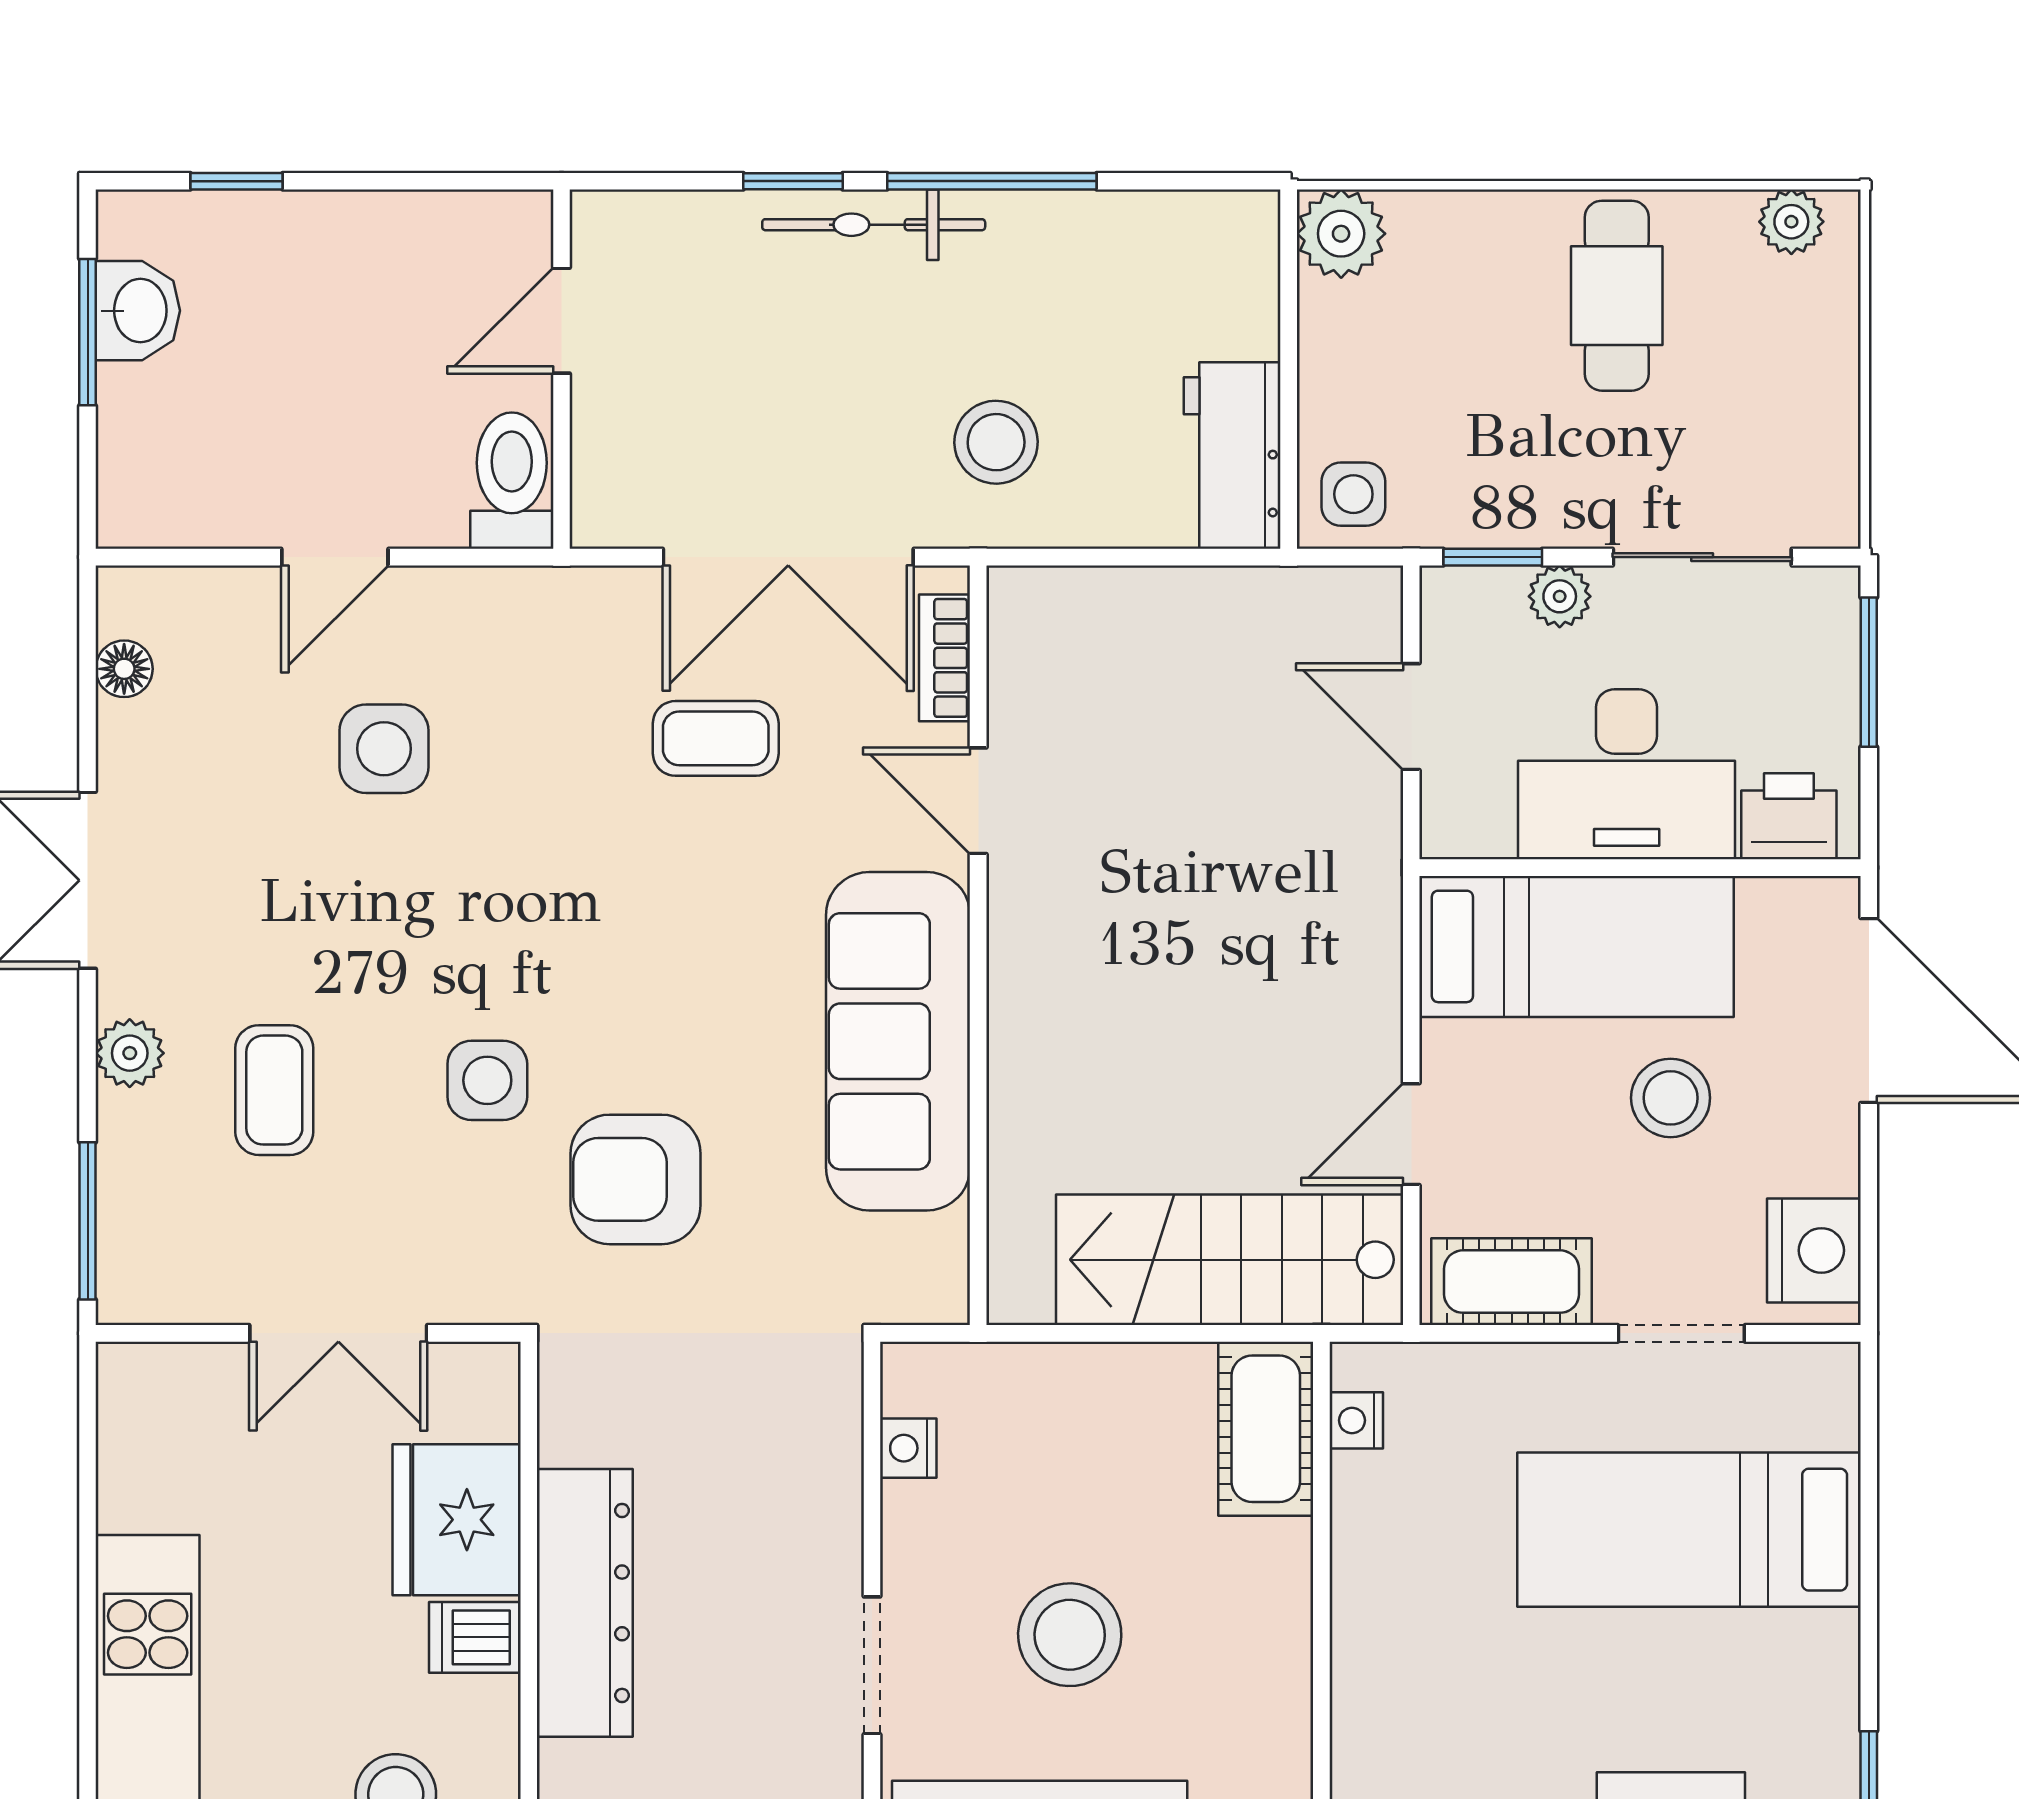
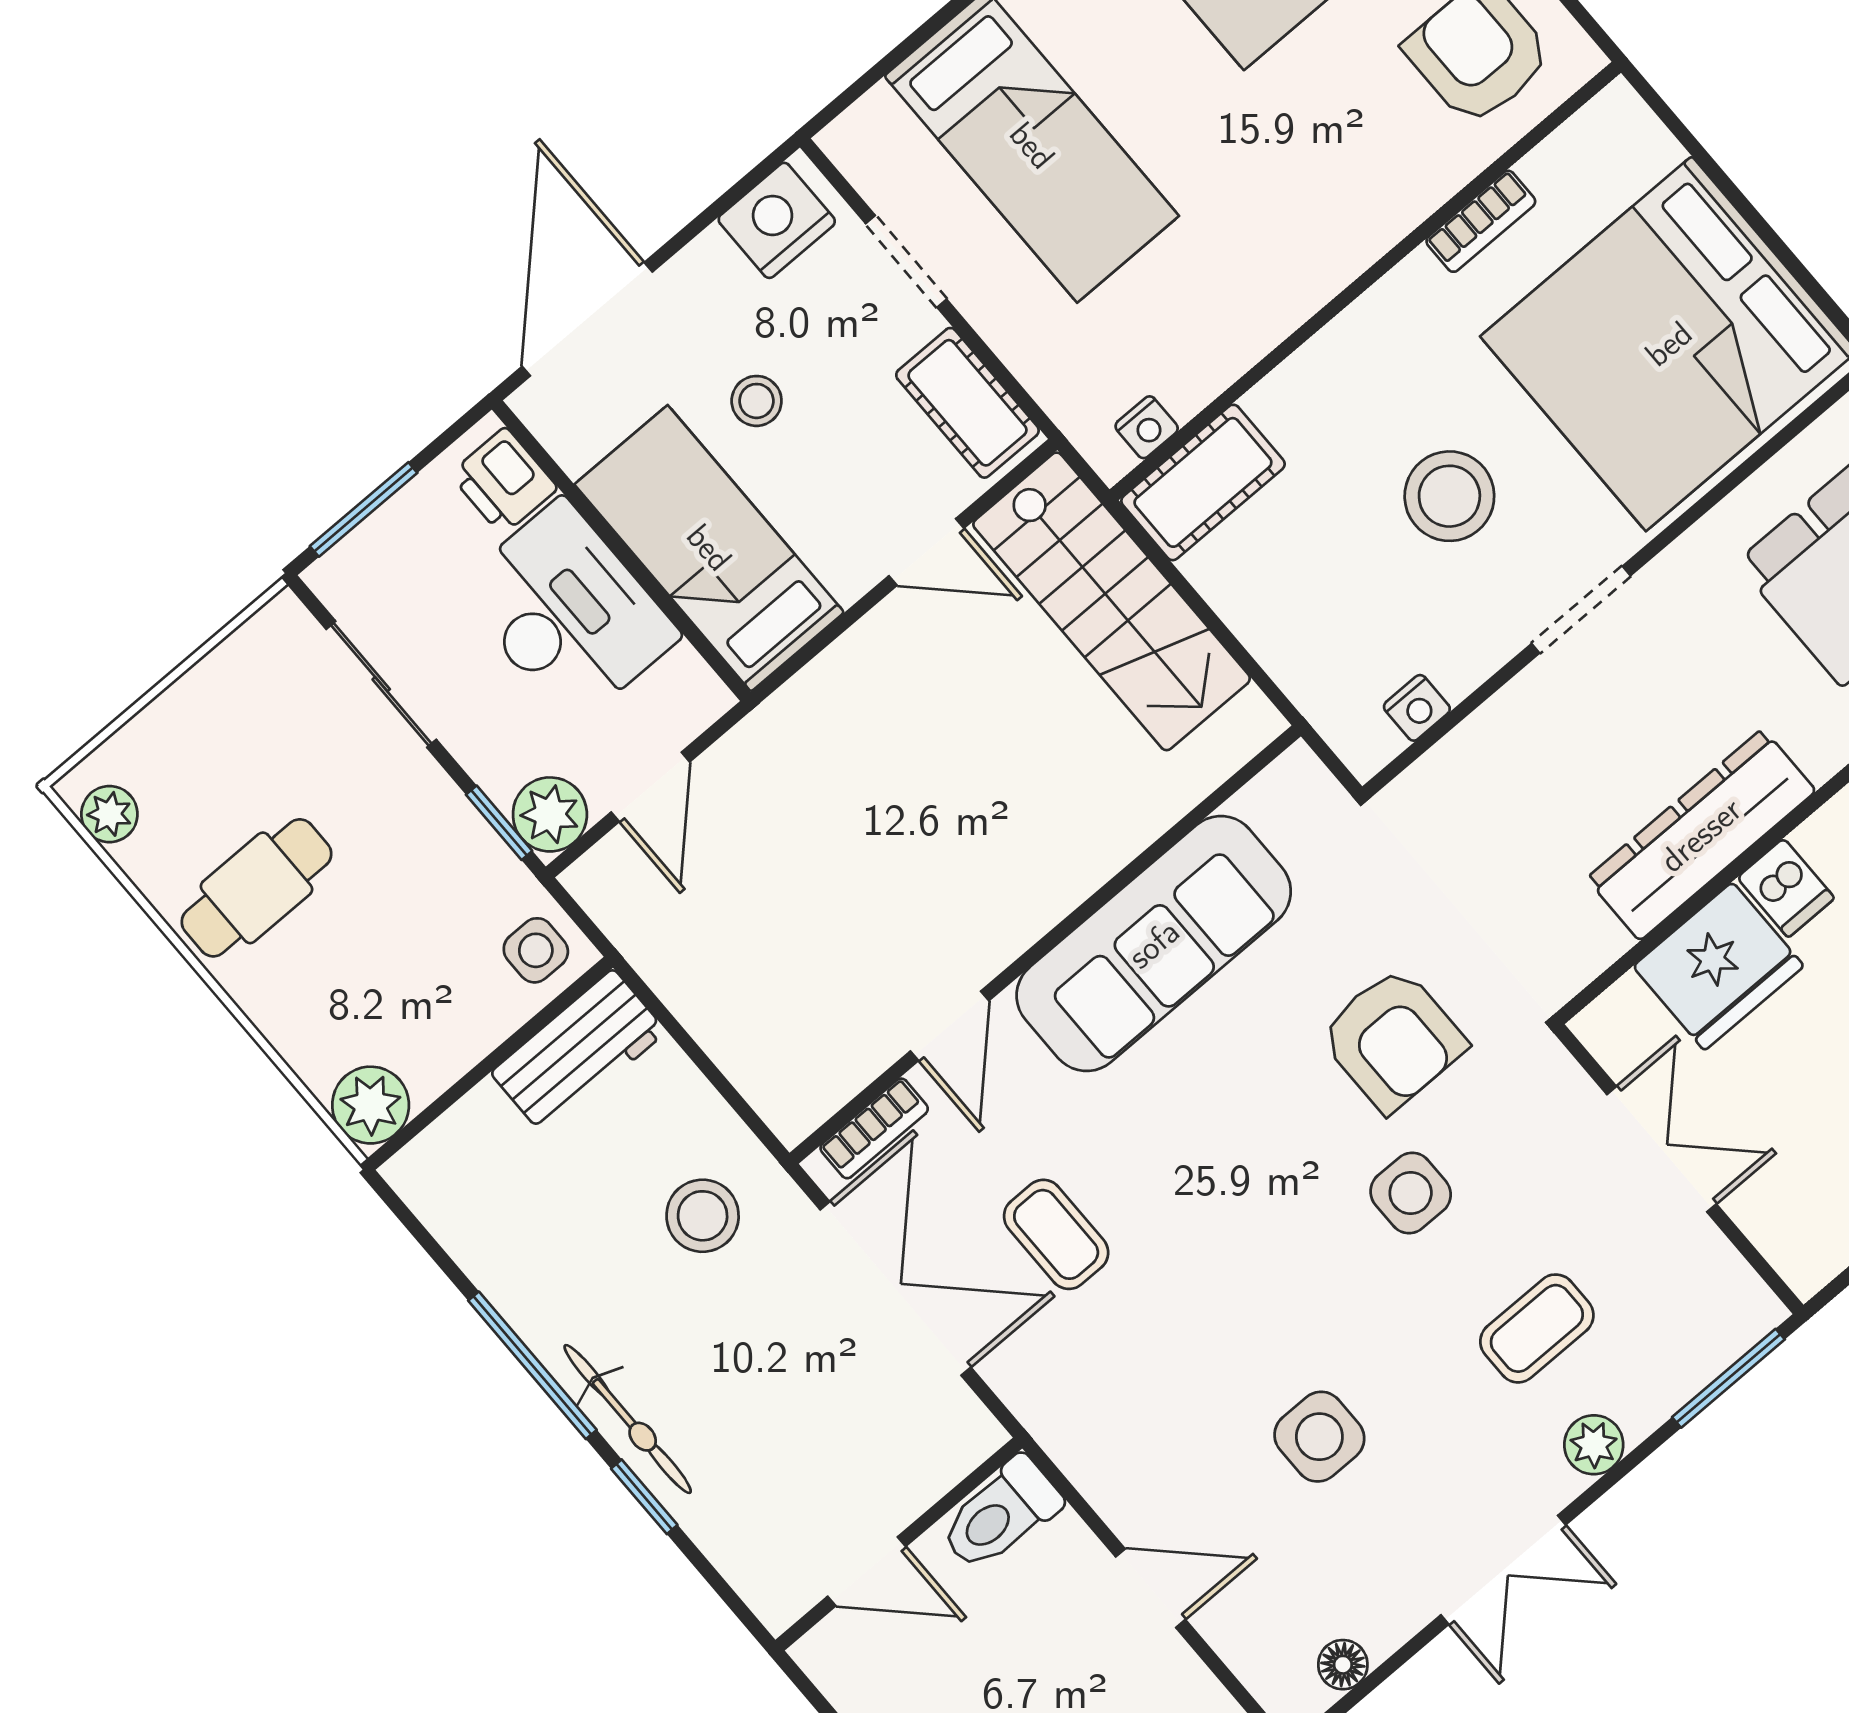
plant: (1560, 596) -> (550, 814), moved, width x1.38, depth x1.38
side table: (384, 749) -> (1319, 1437), moved
stool: (1671, 1098) -> (757, 401), width x0.73, depth x0.73

